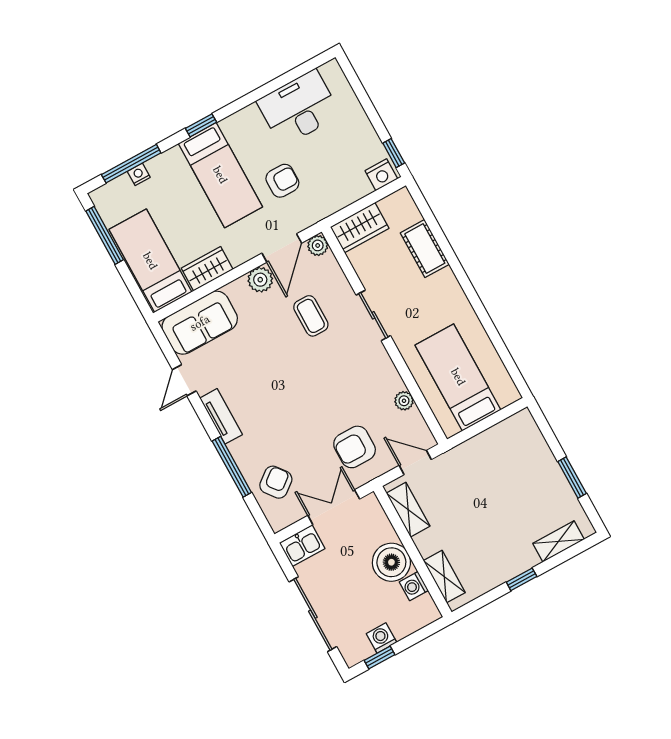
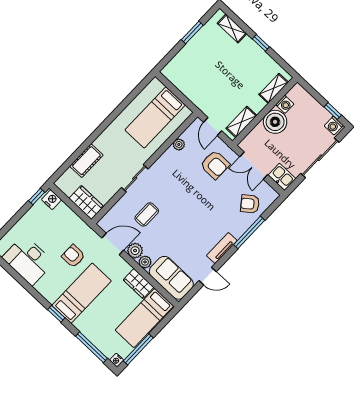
nightstand: (139, 174) -> (117, 360), moved
plant: (318, 245) -> (145, 262), moved
washing machine: (382, 638) -> (334, 126), moved

